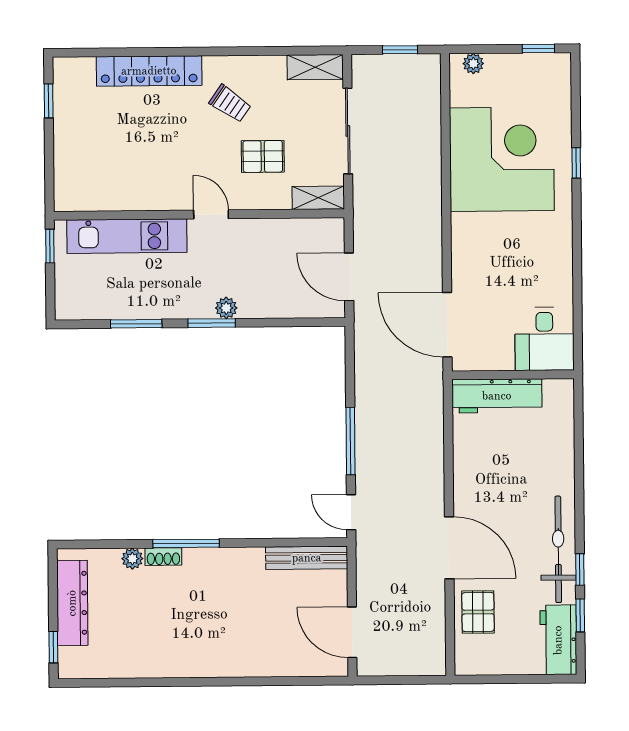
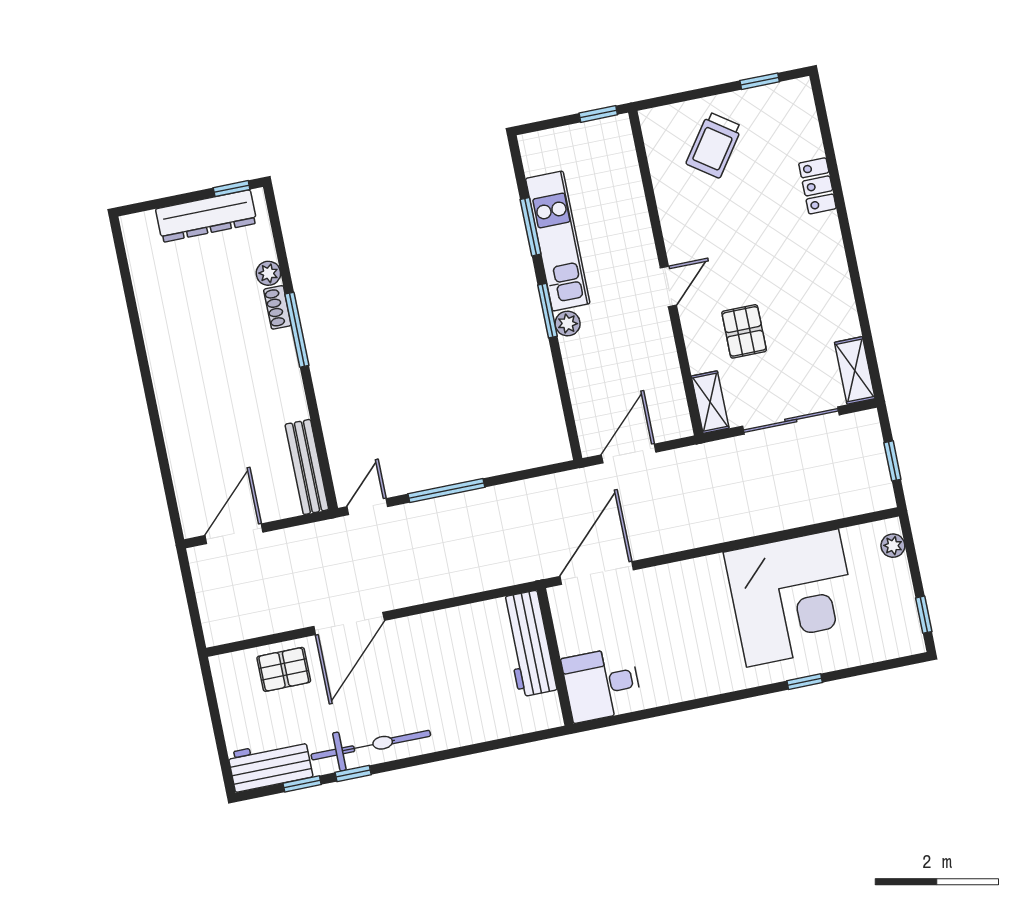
locker: (149, 71) -> (817, 186), width x0.46, depth x0.83
trolley: (230, 104) -> (714, 145), moved, width x1.36, depth x1.39
kitchen unit: (127, 236) -> (558, 241), moved, turned 180
window: (53, 647) -> (232, 189), moved

